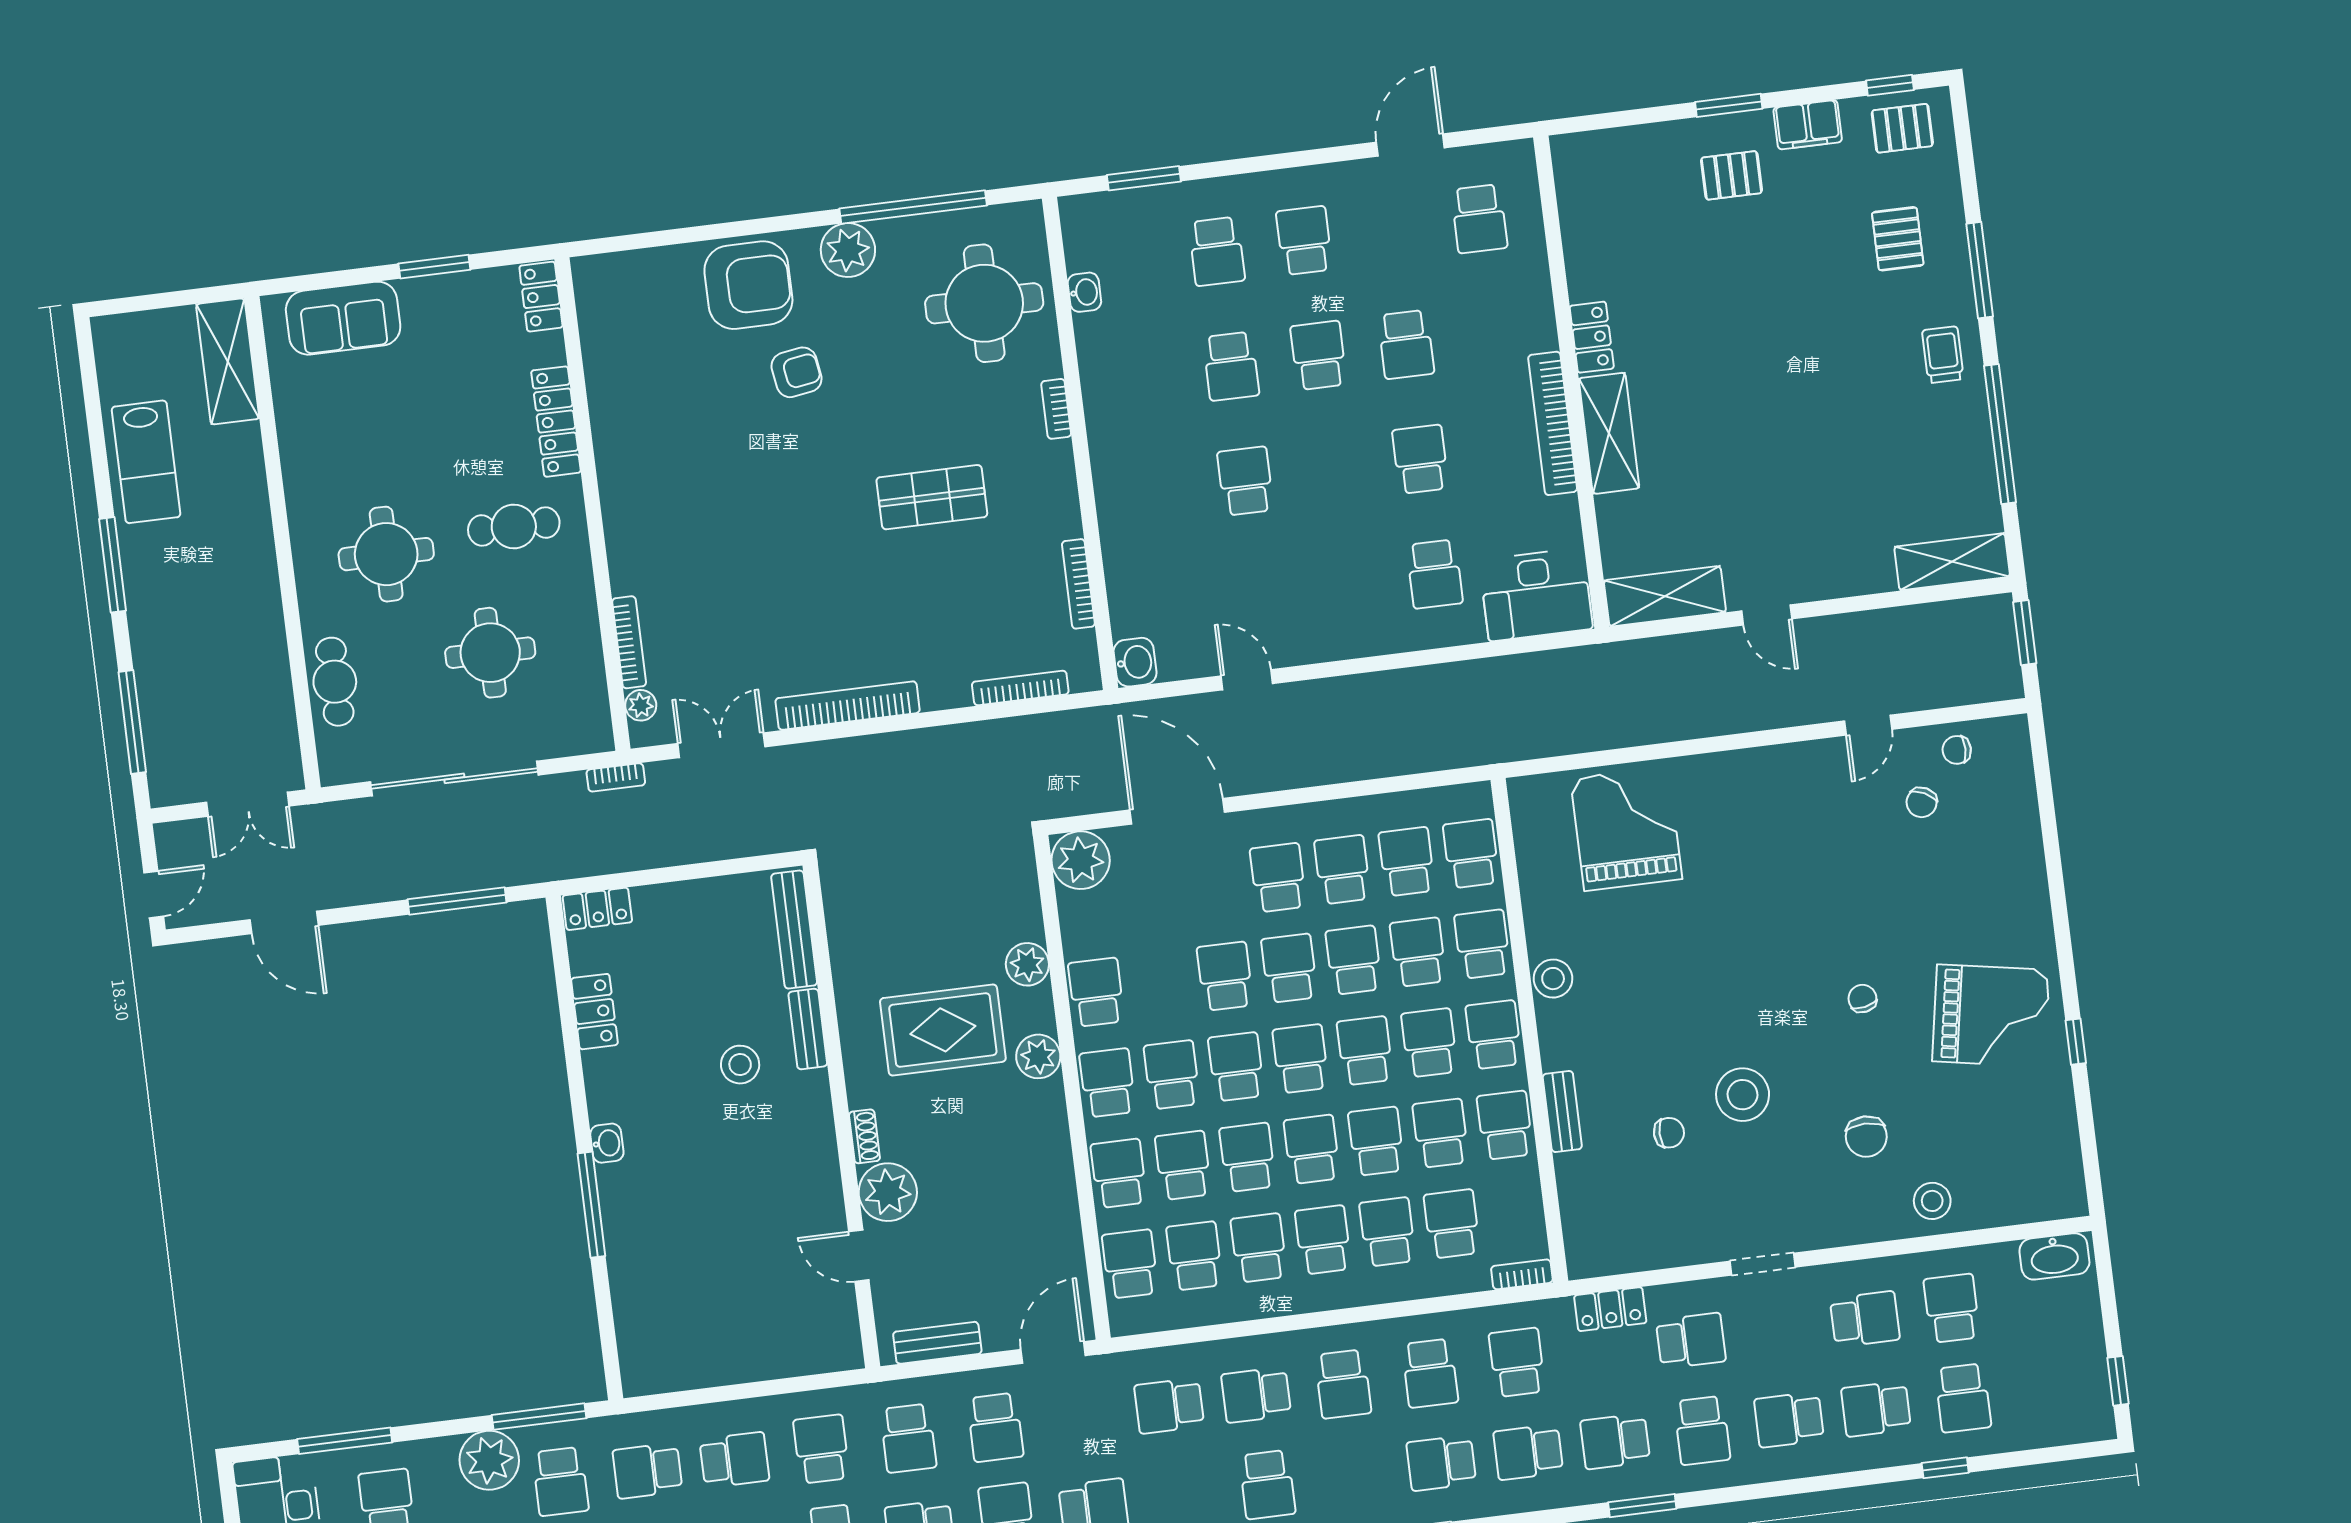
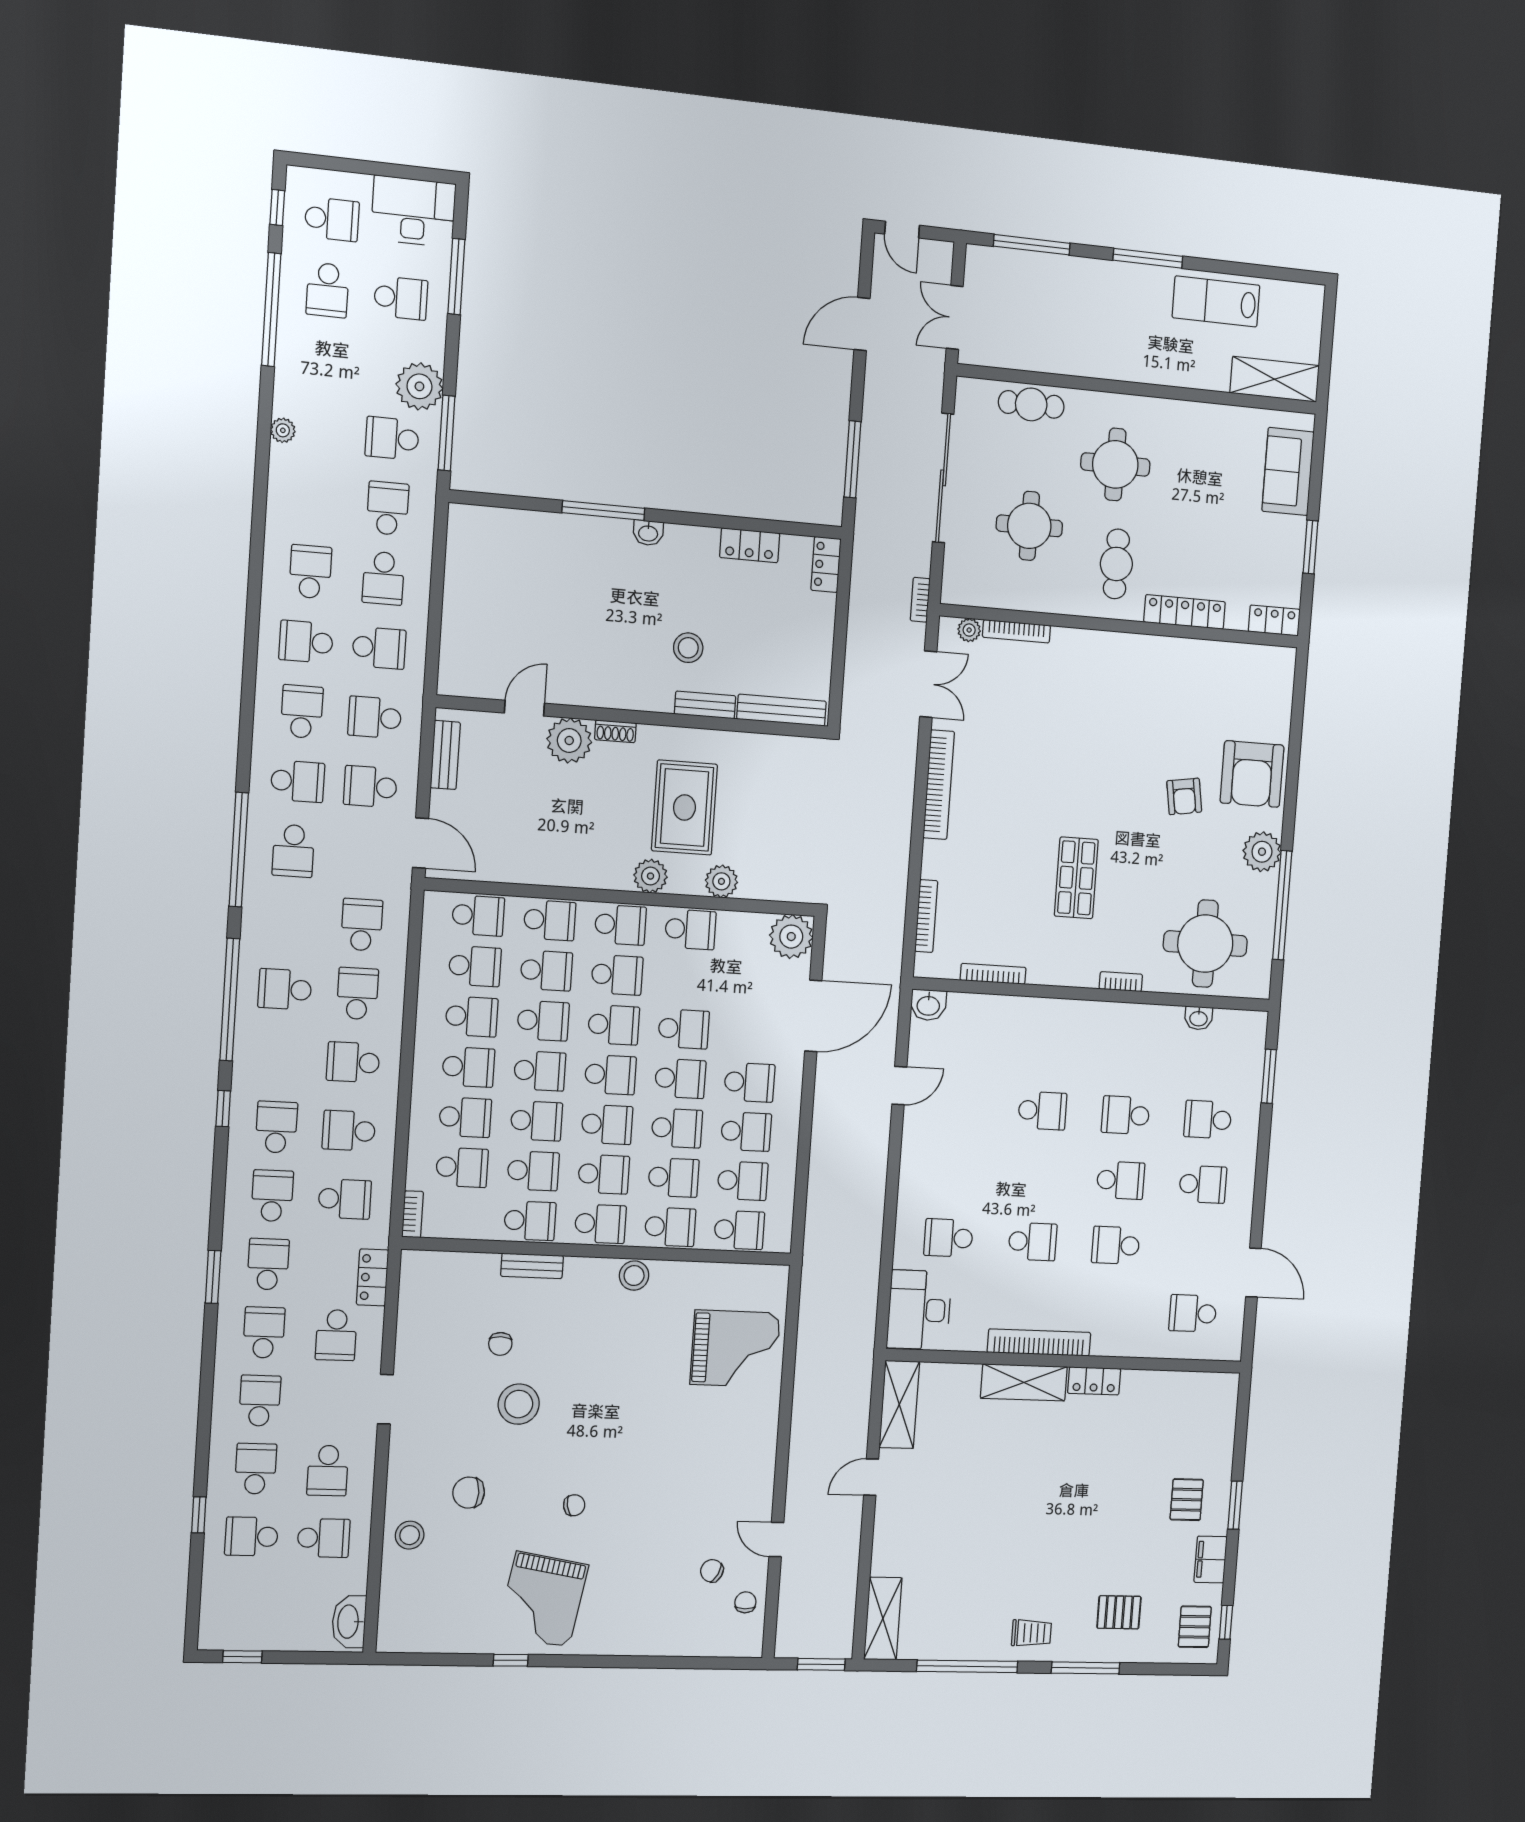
school desk: (1702, 1430) -> (264, 1333), turned 90

